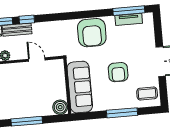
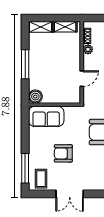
sofa: (80, 87) -> (46, 116), width x0.73
window: (122, 113) -> (25, 168), moved

